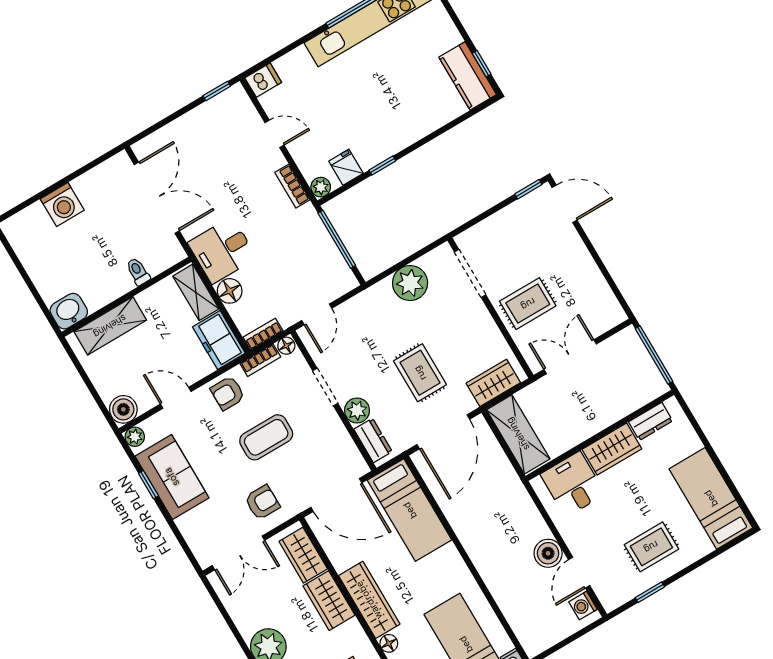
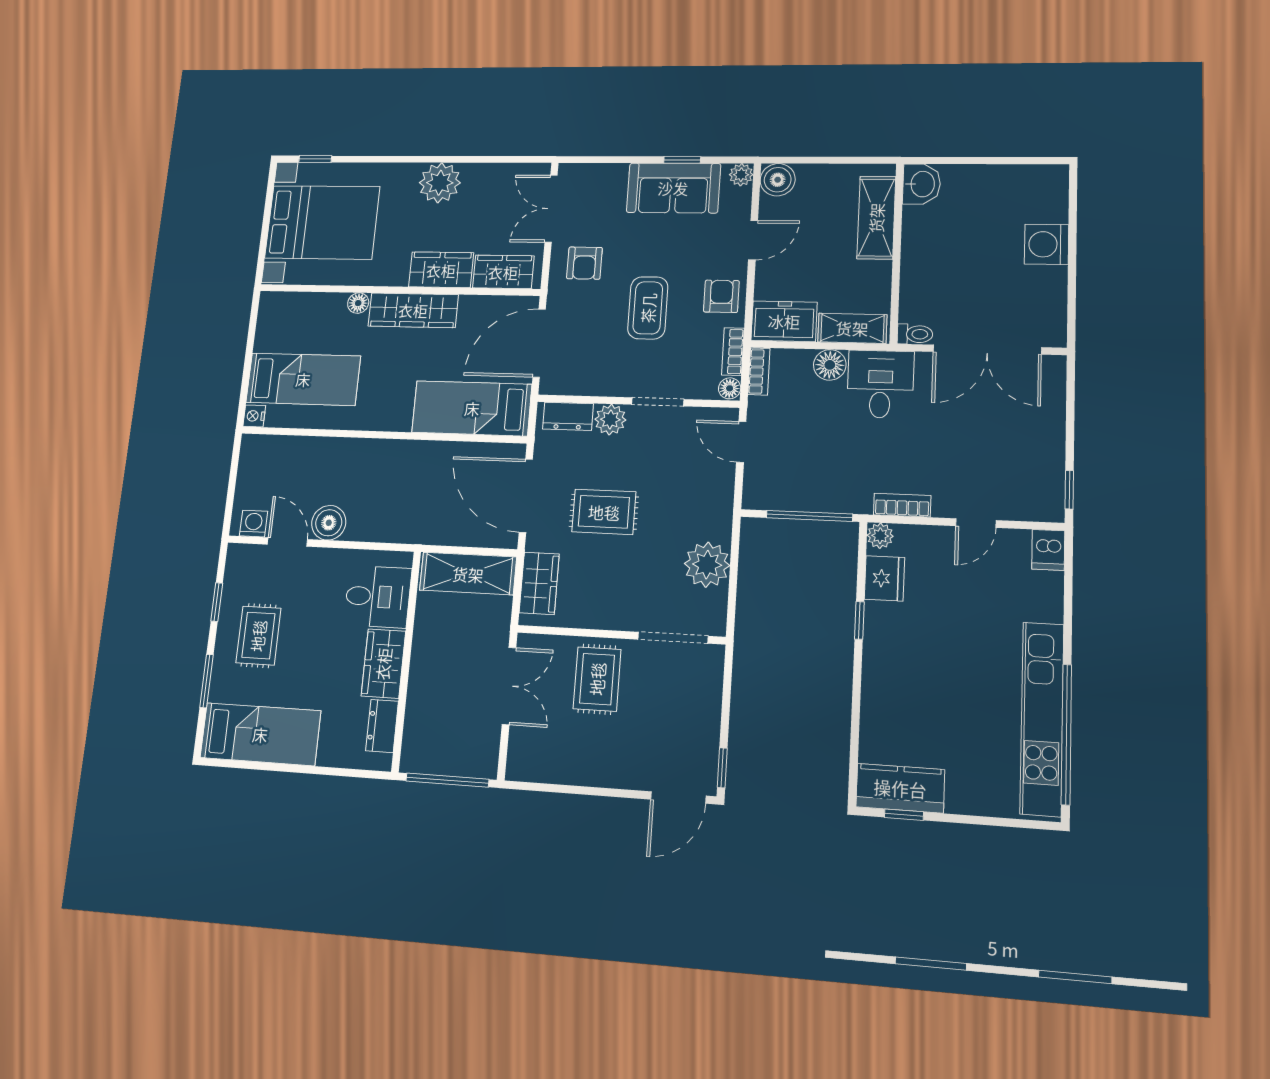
fridge: (346, 167) -> (884, 578), width x1.38
toilet: (138, 272) -> (915, 334), moved
window: (704, 560) -> (207, 681), added

